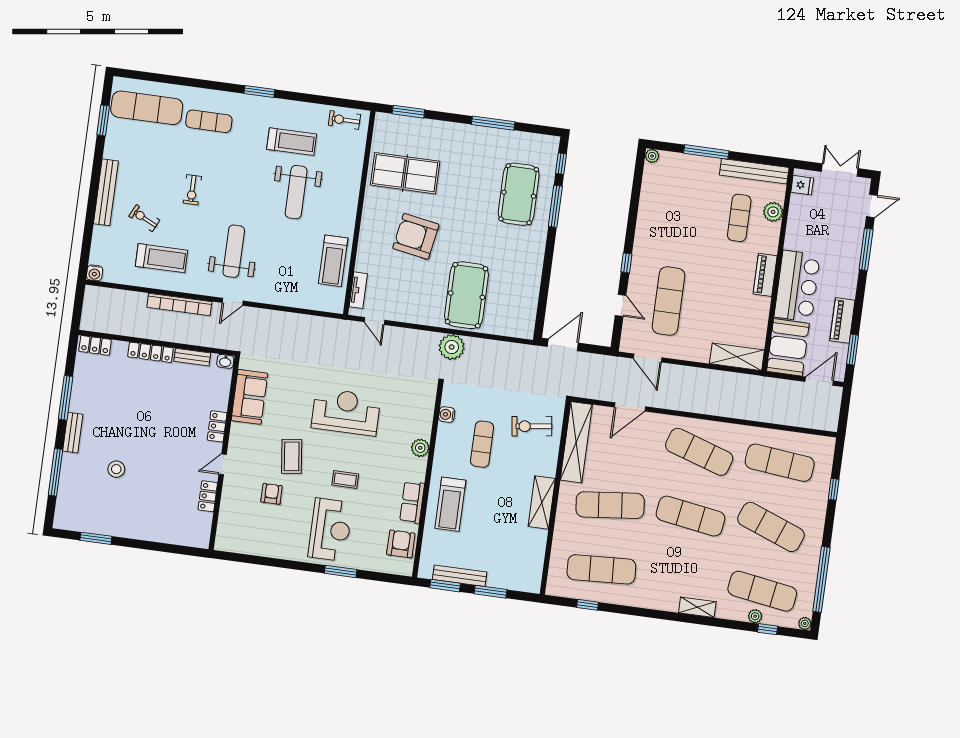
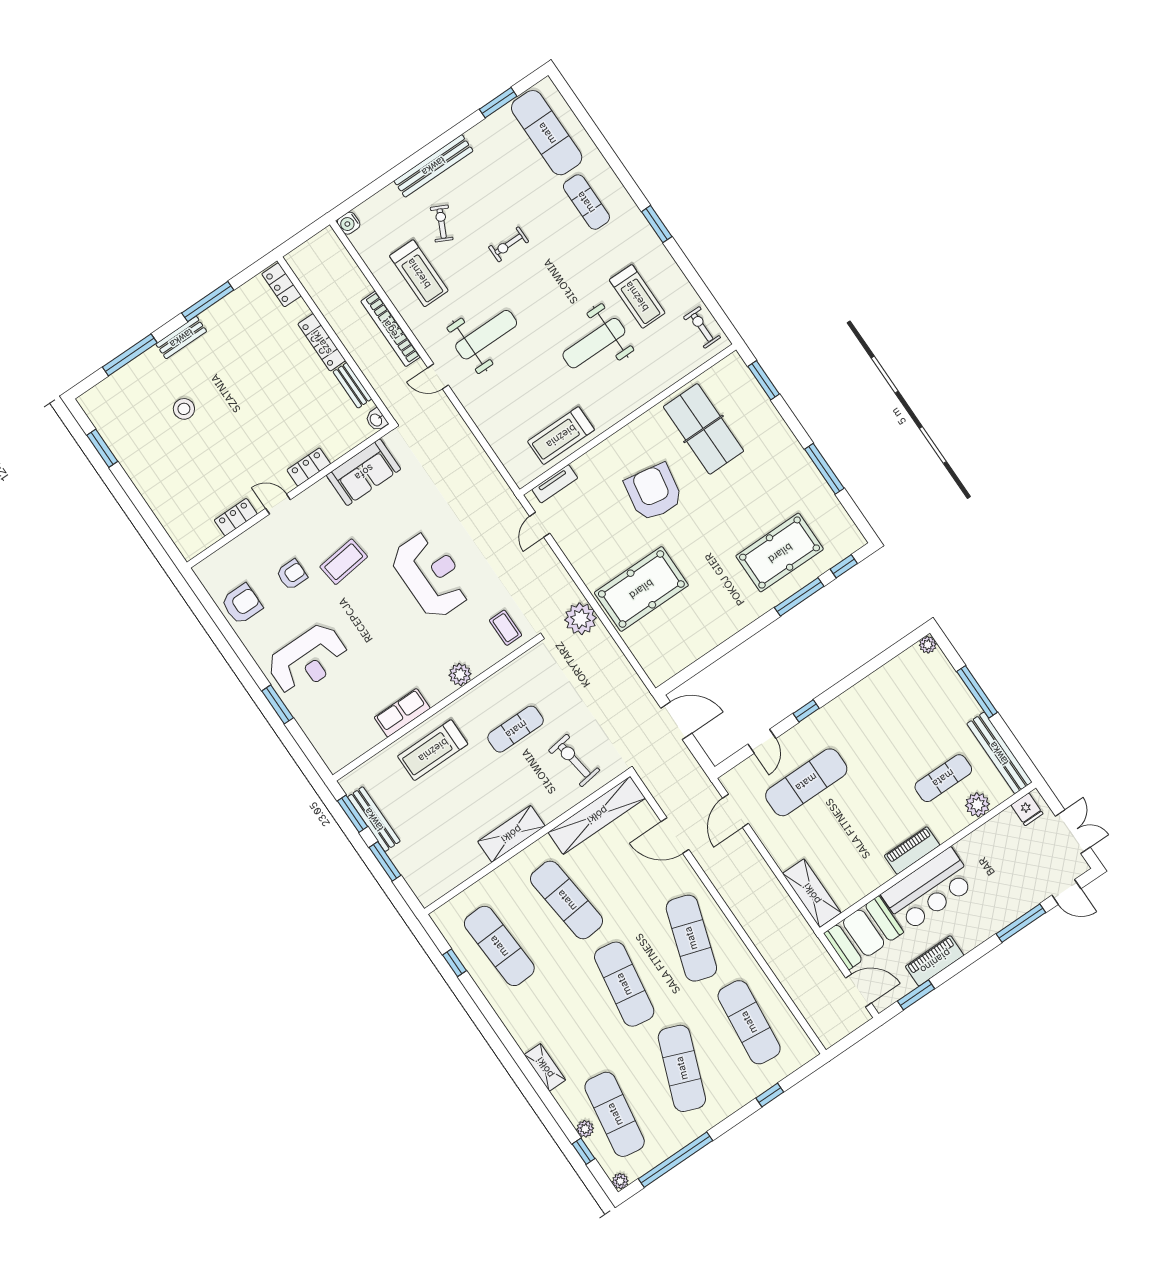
water cooler: (447, 415) -> (513, 671), removed
coffee table: (345, 480) -> (506, 628), moved
armchair: (401, 544) -> (242, 604), moved

